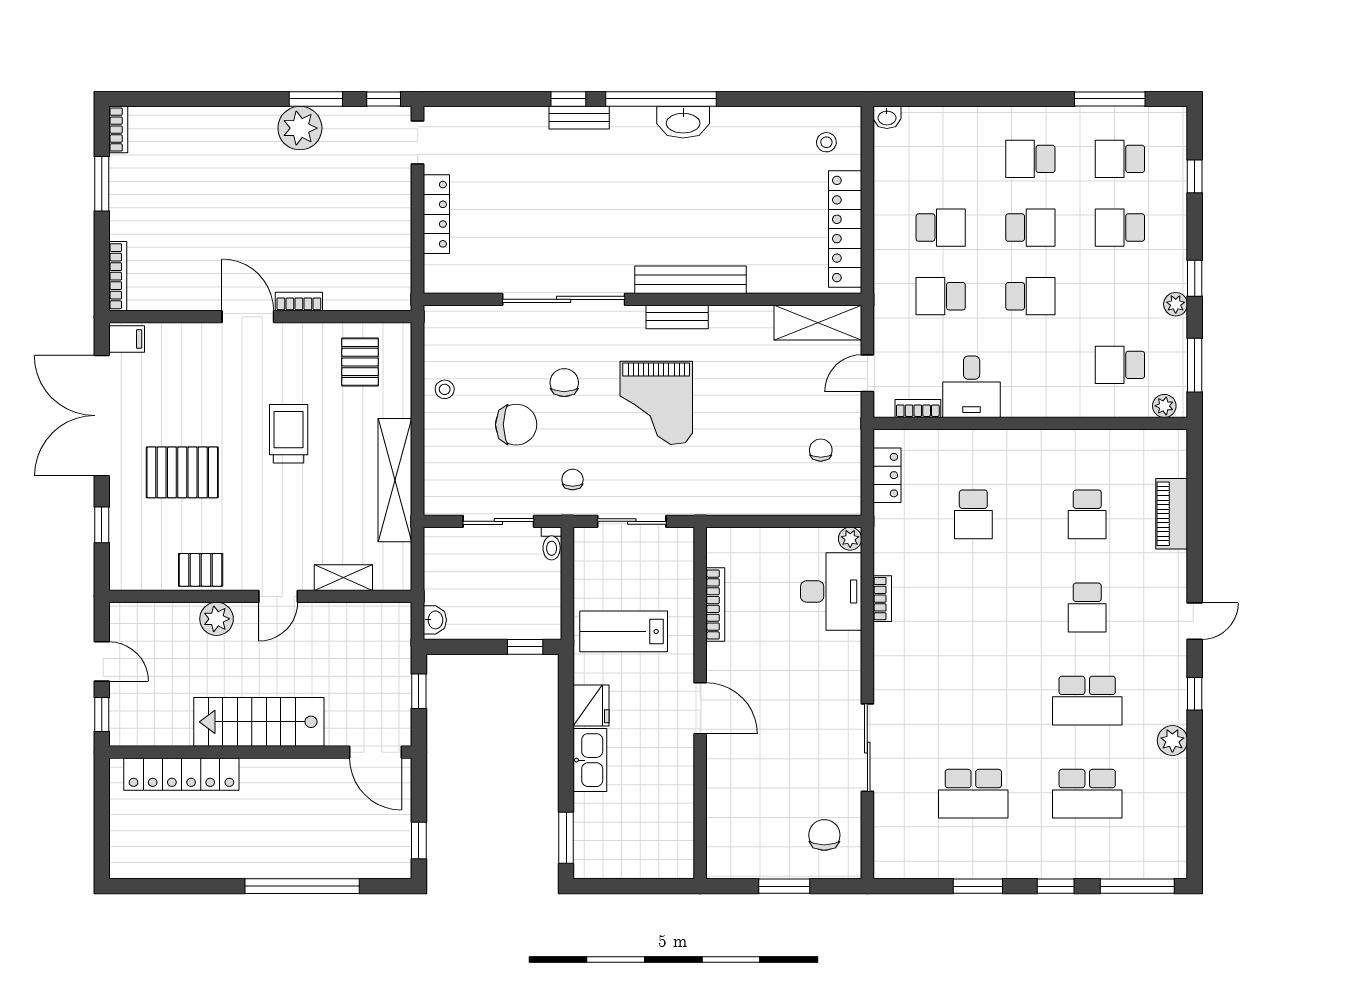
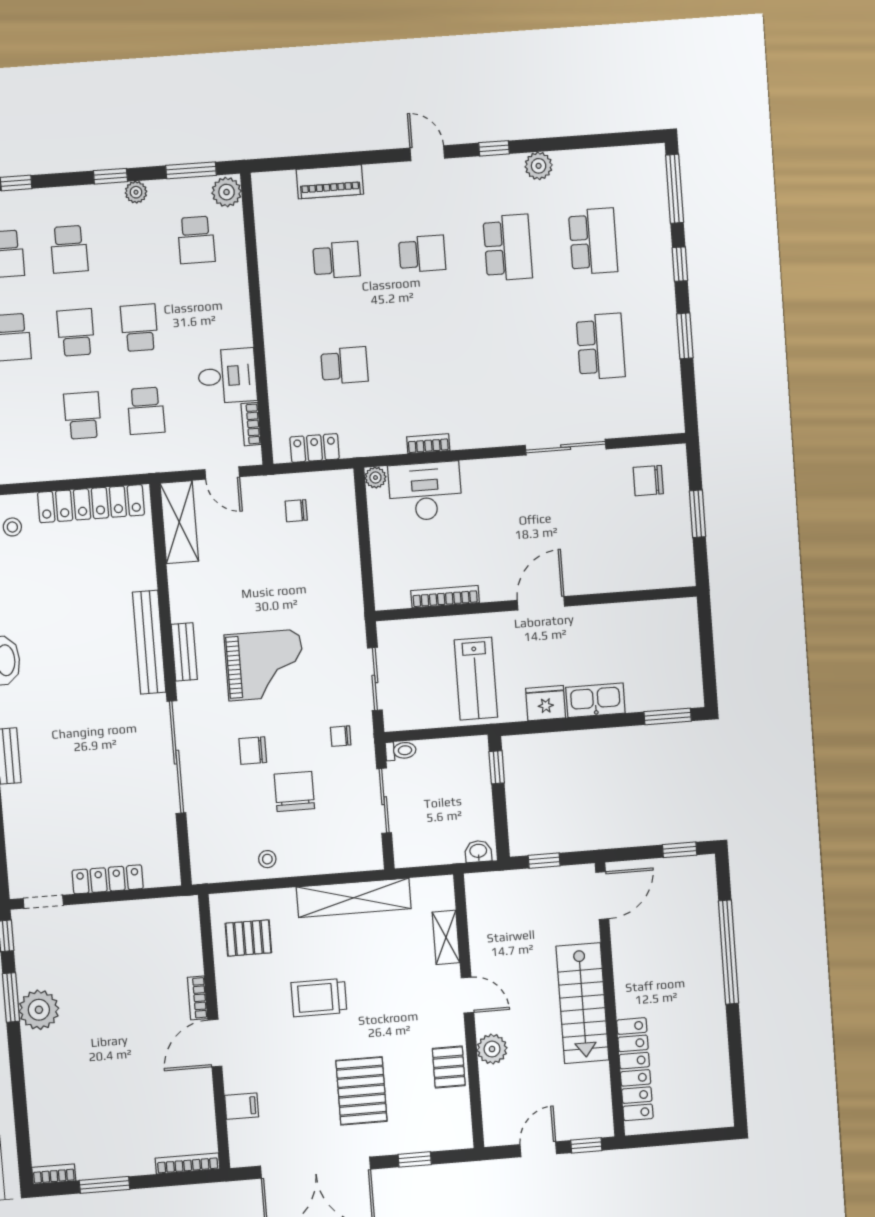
filing cabinet: (127, 339) -> (242, 1106), moved, turned 90
plant: (1164, 406) -> (227, 192), width x1.38, depth x1.38

